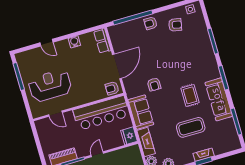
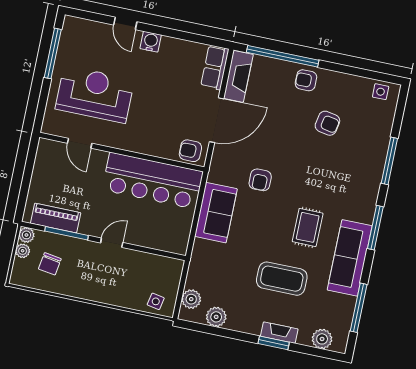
armchair: (175, 25) -> (327, 123), moved
water cooler: (74, 42) -> (151, 42), moved
fridge: (129, 136) -> (177, 240), removed
fireplace: (146, 142) -> (238, 76), moved
plant: (226, 147) -> (322, 339), added

